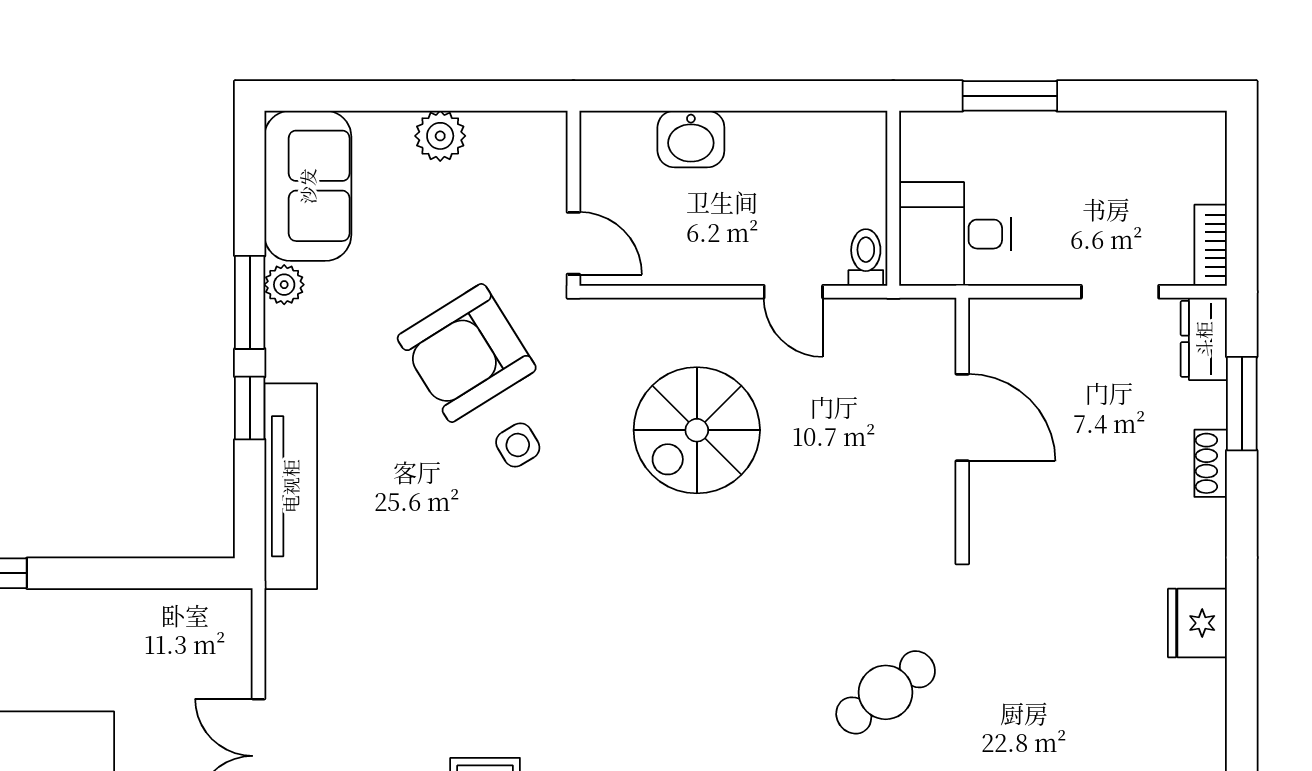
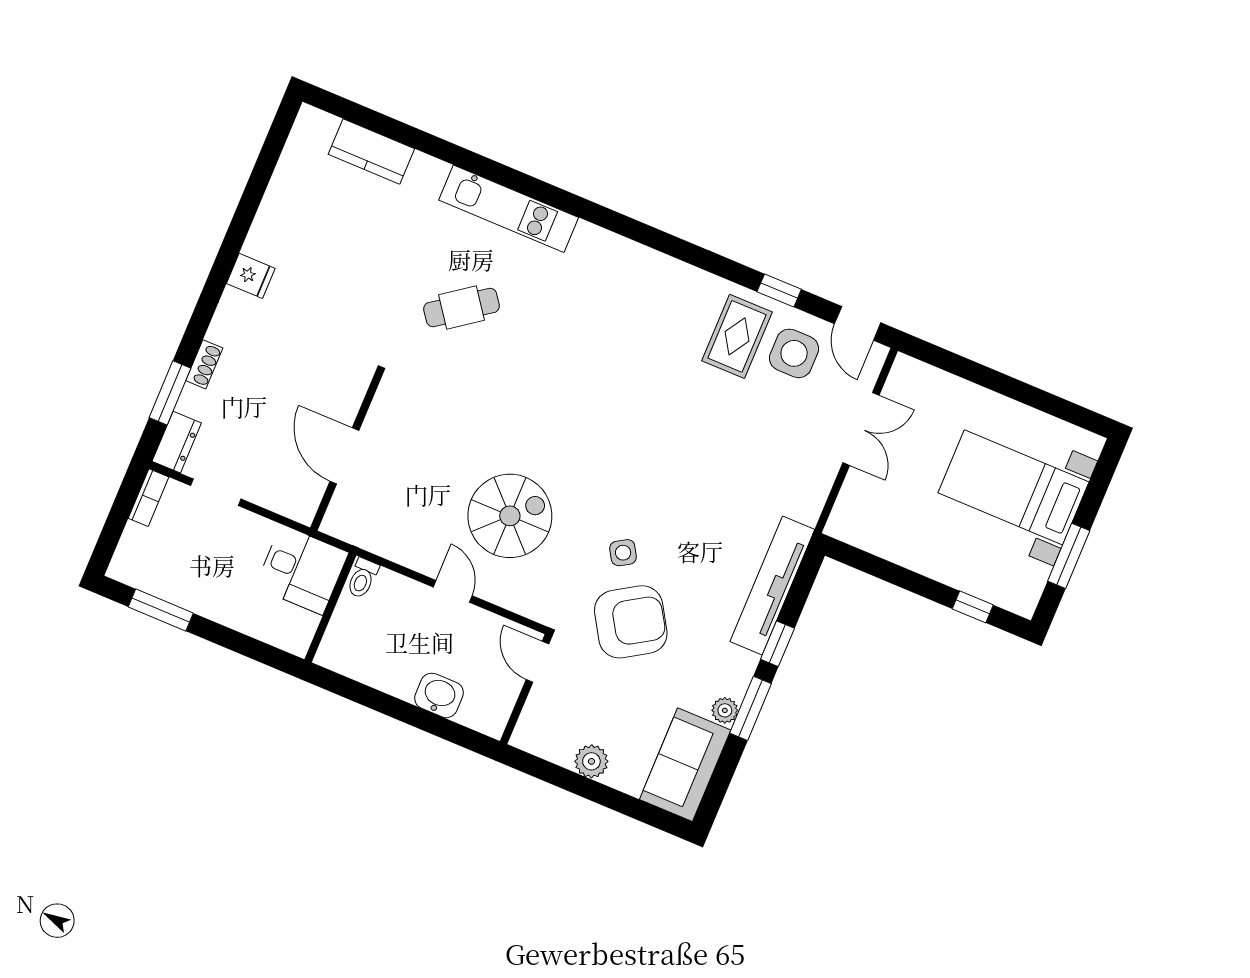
window: (1010, 96) -> (161, 610), moved
door: (793, 292) -> (453, 591), moved
fridge: (1197, 623) -> (251, 276), width x0.72

